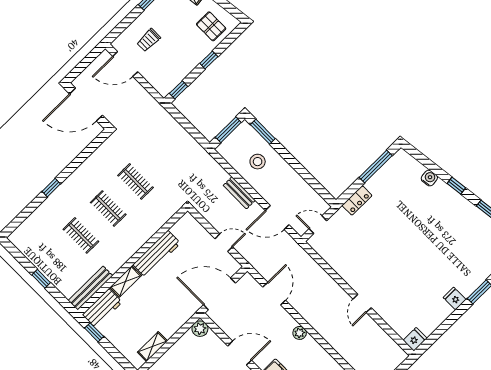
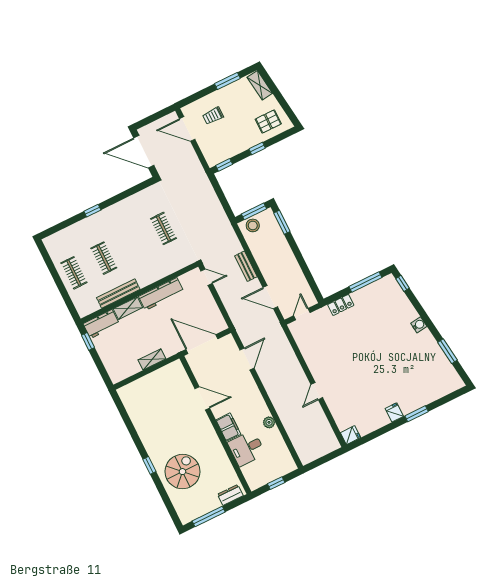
pallet: (211, 26) -> (268, 121), turned 90
stool: (258, 162) -> (253, 225), moved
water cooler: (429, 178) -> (419, 325), moved
window: (456, 186) -> (403, 283), moved
clothes rail: (108, 208) -> (74, 273), moved
door: (318, 225) -> (302, 314), hinge flipped
door: (224, 243) -> (207, 277), moved
window: (41, 279) -> (59, 283), removed
bench: (90, 288) -> (118, 294), moved
plant: (200, 329) -> (176, 367), removed
plant: (300, 333) -> (269, 422), moved
shelving: (152, 347) -> (152, 359), moved

